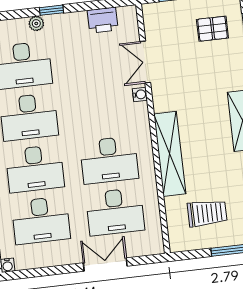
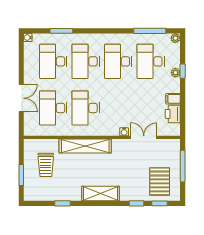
window: (51, 10) -> (183, 71), moved
filing cabinet: (78, 23) -> (173, 99), added
pallet: (212, 29) -> (160, 181), width x1.50, depth x1.42

